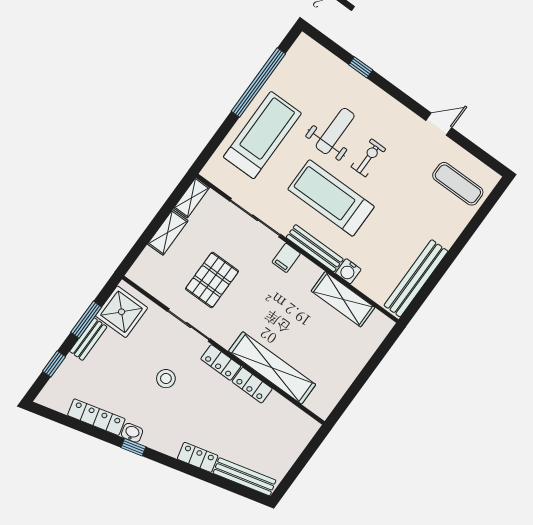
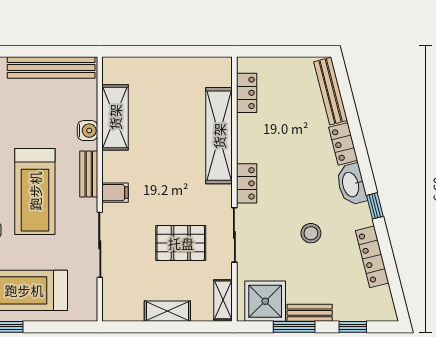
shelving: (192, 198) -> (223, 300), moved, turned 90
bench: (315, 248) -> (89, 174), width x0.73
stool: (166, 379) -> (311, 233), moved
locker: (252, 385) -> (247, 93), moved
washbasin: (132, 433) -> (351, 184), moved, width x1.91, depth x1.45

